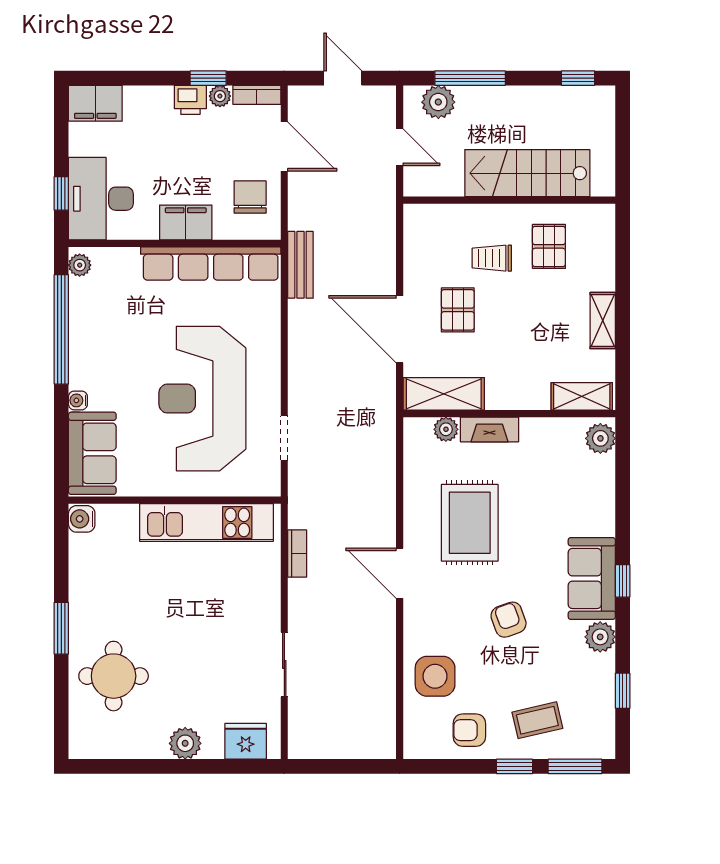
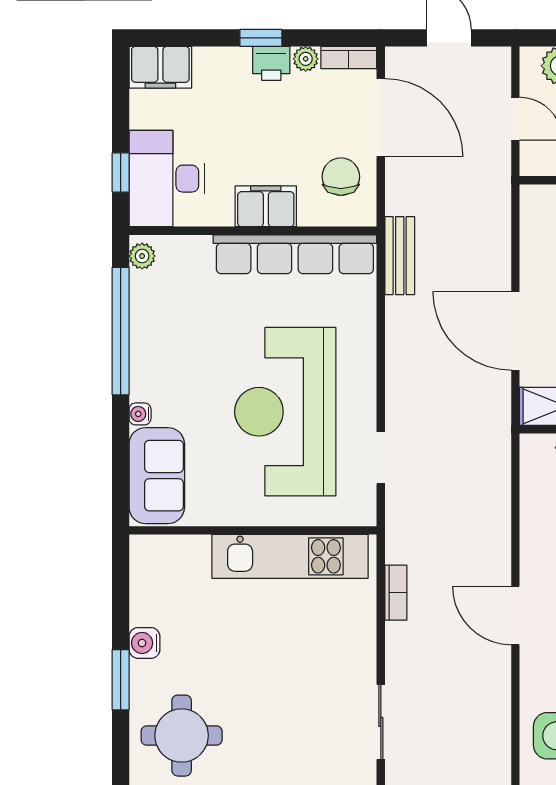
window: (208, 78) -> (261, 38), moved
door: (284, 146) -> (381, 118), width x1.36
water cooler: (82, 519) -> (144, 643), moved

